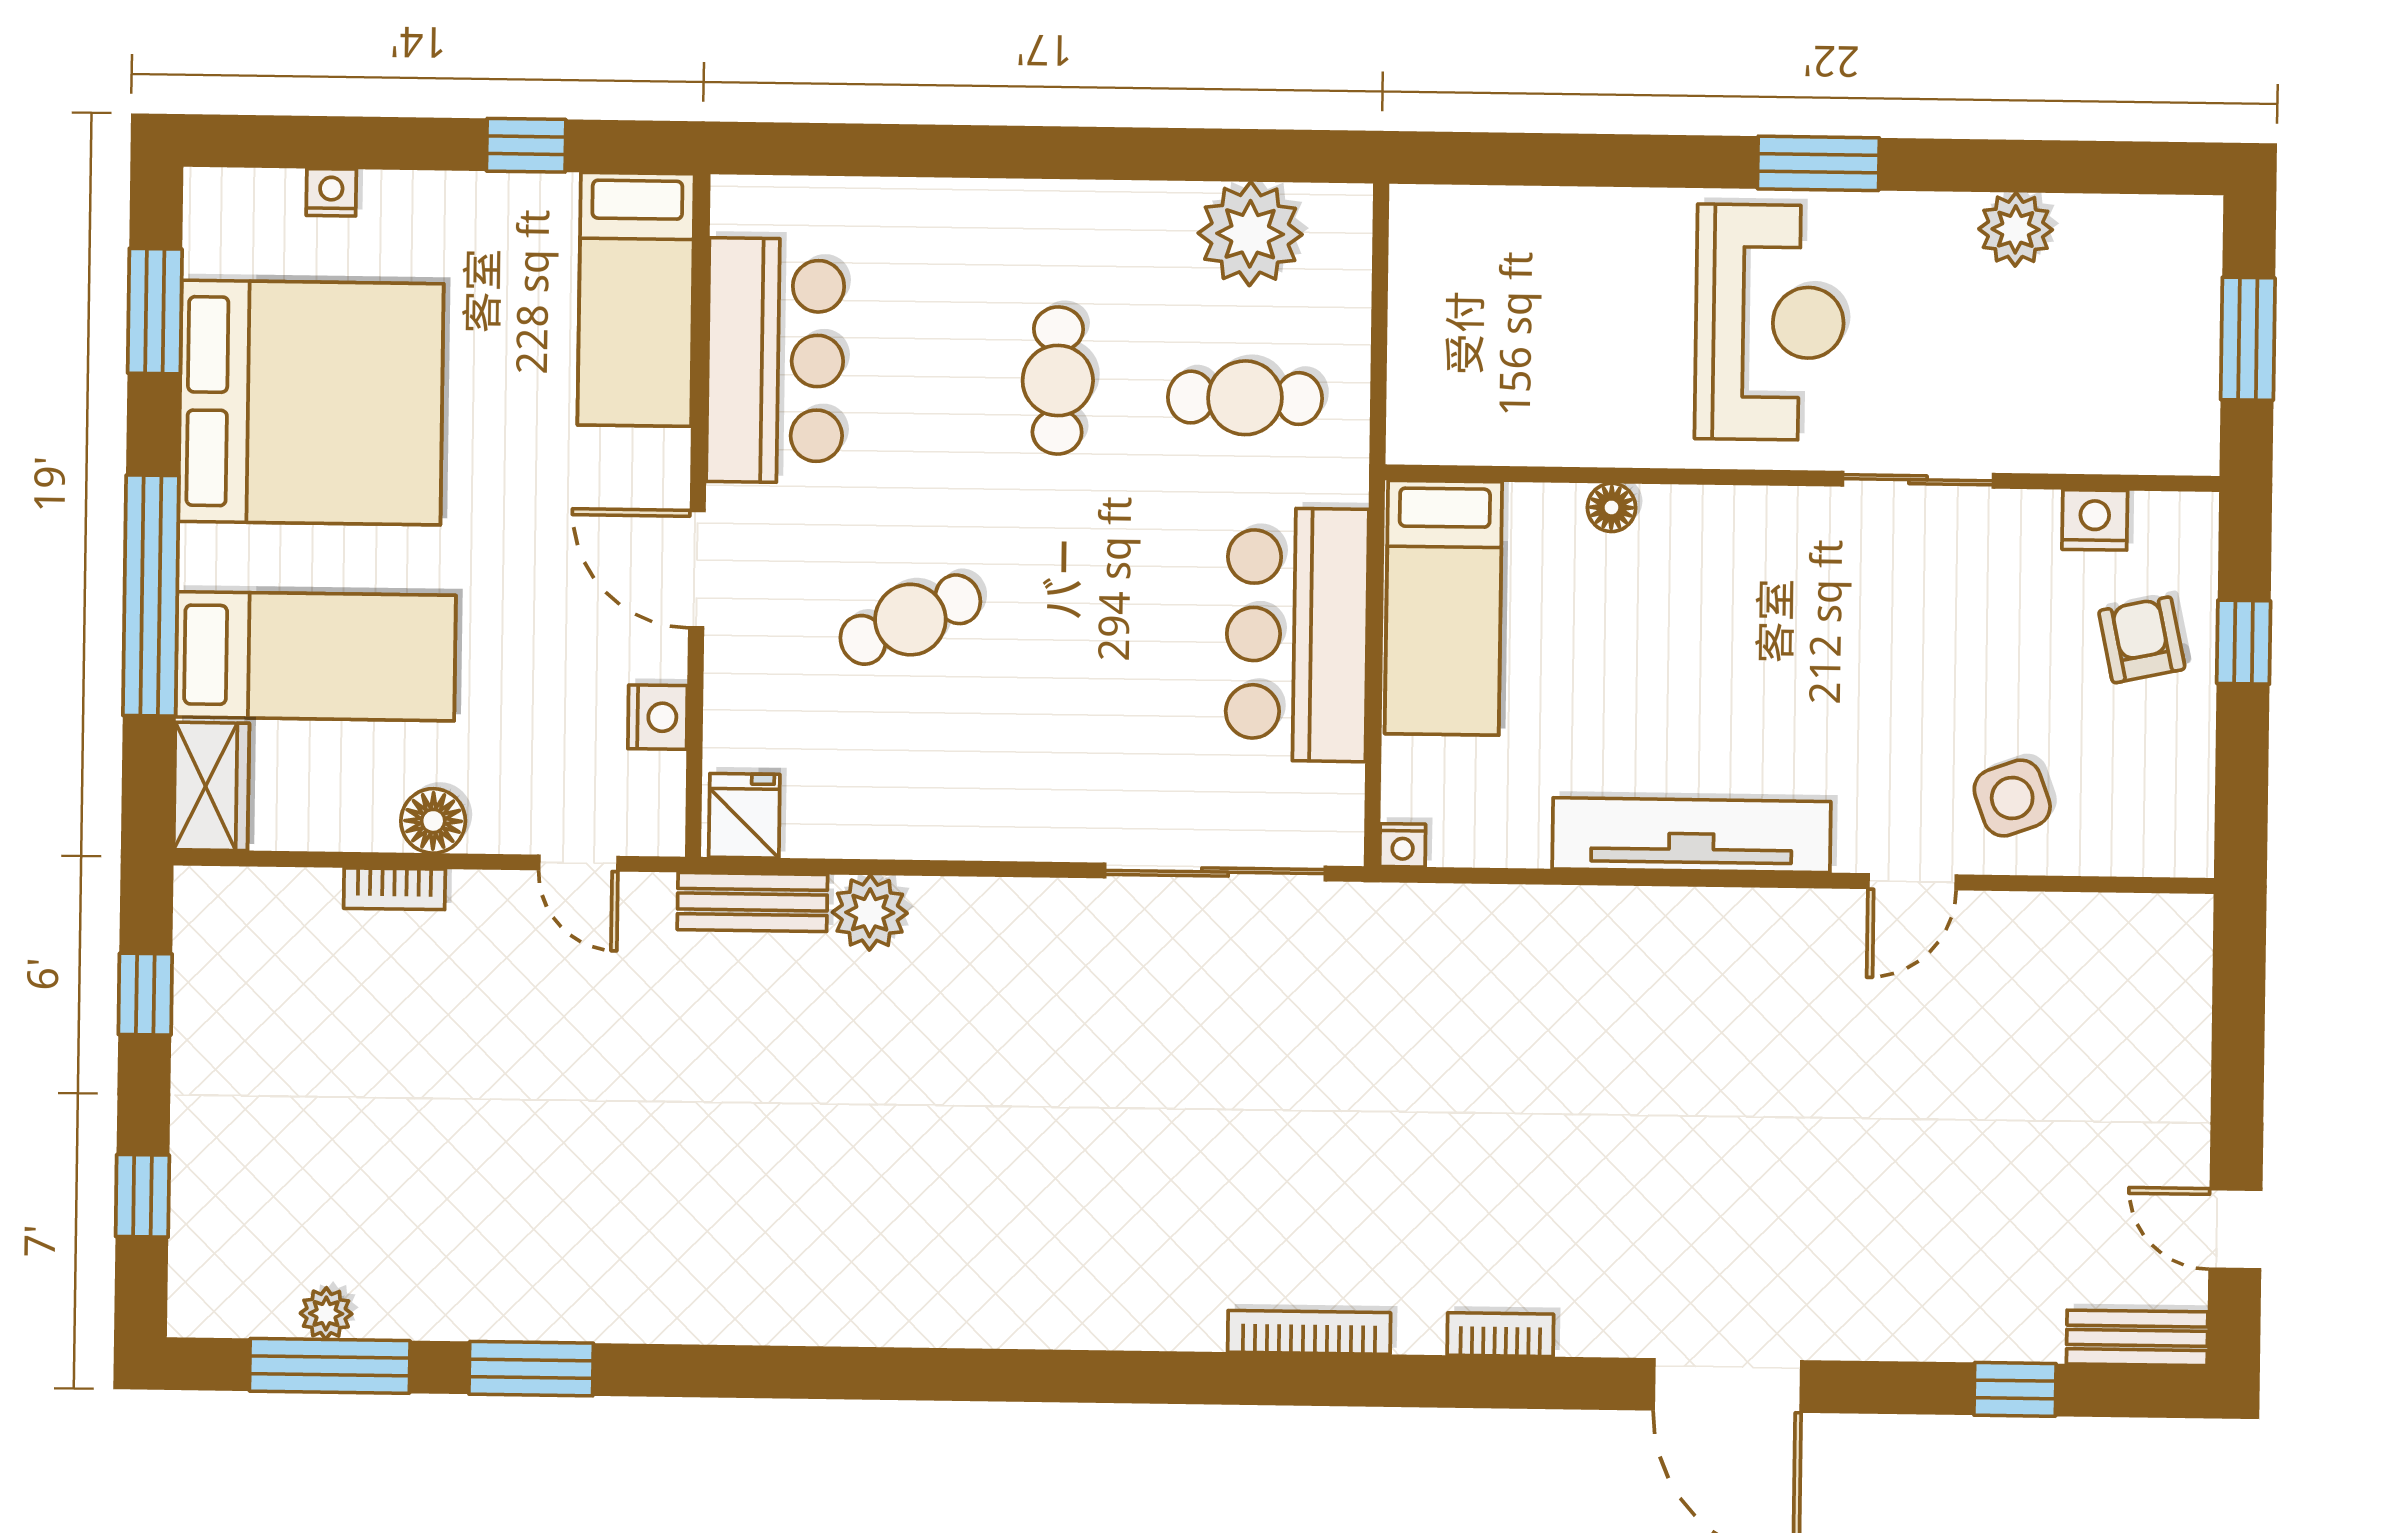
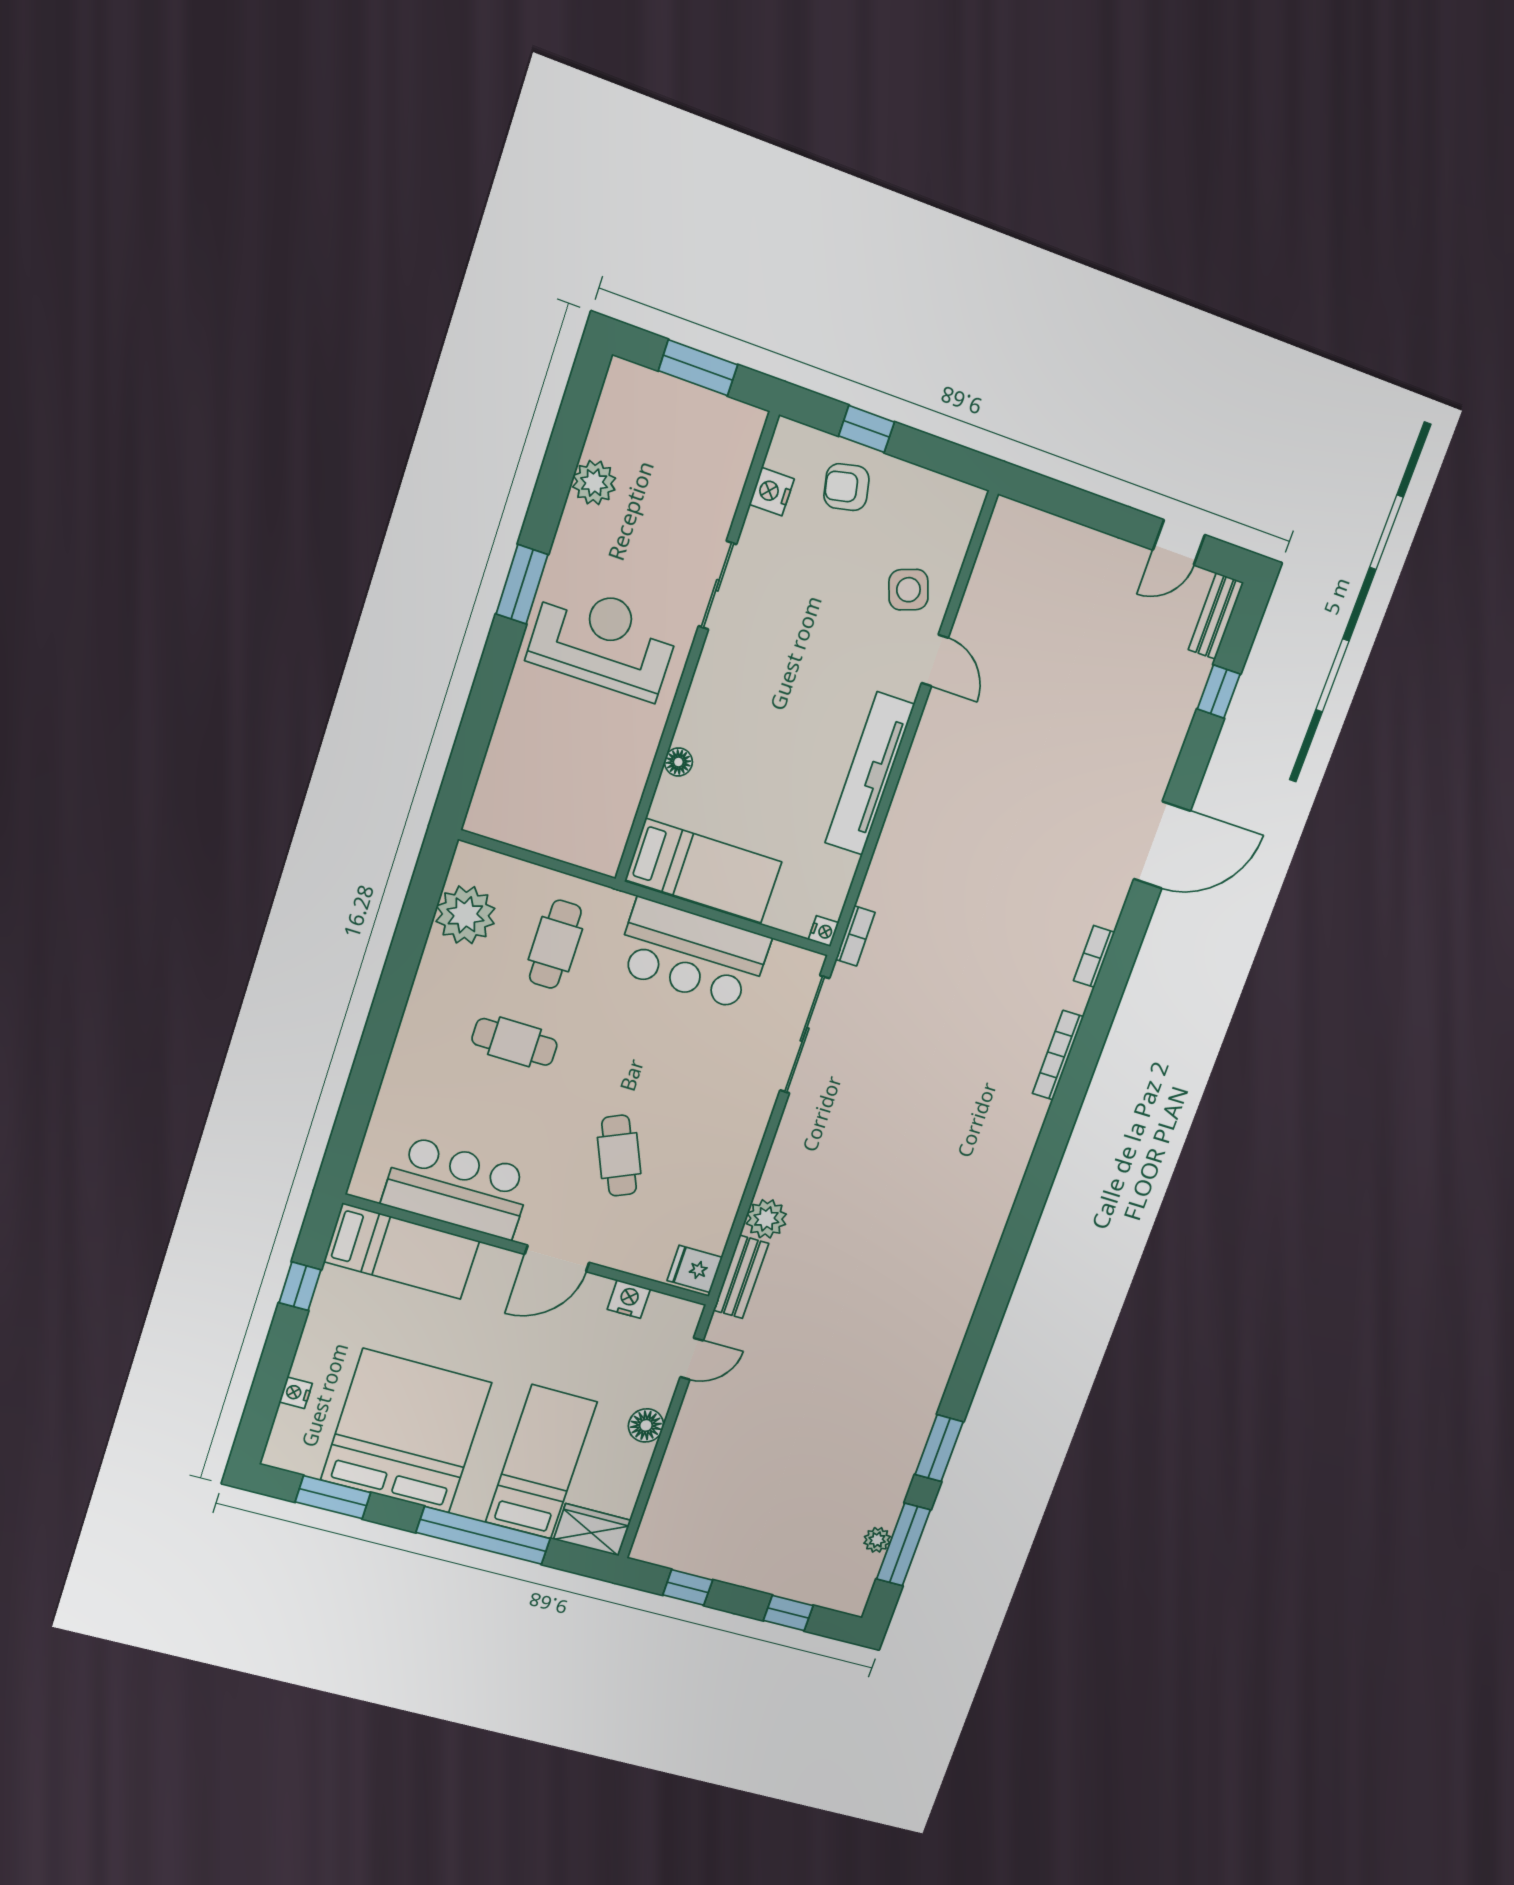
bookcase: (394, 889) -> (855, 936), moved

